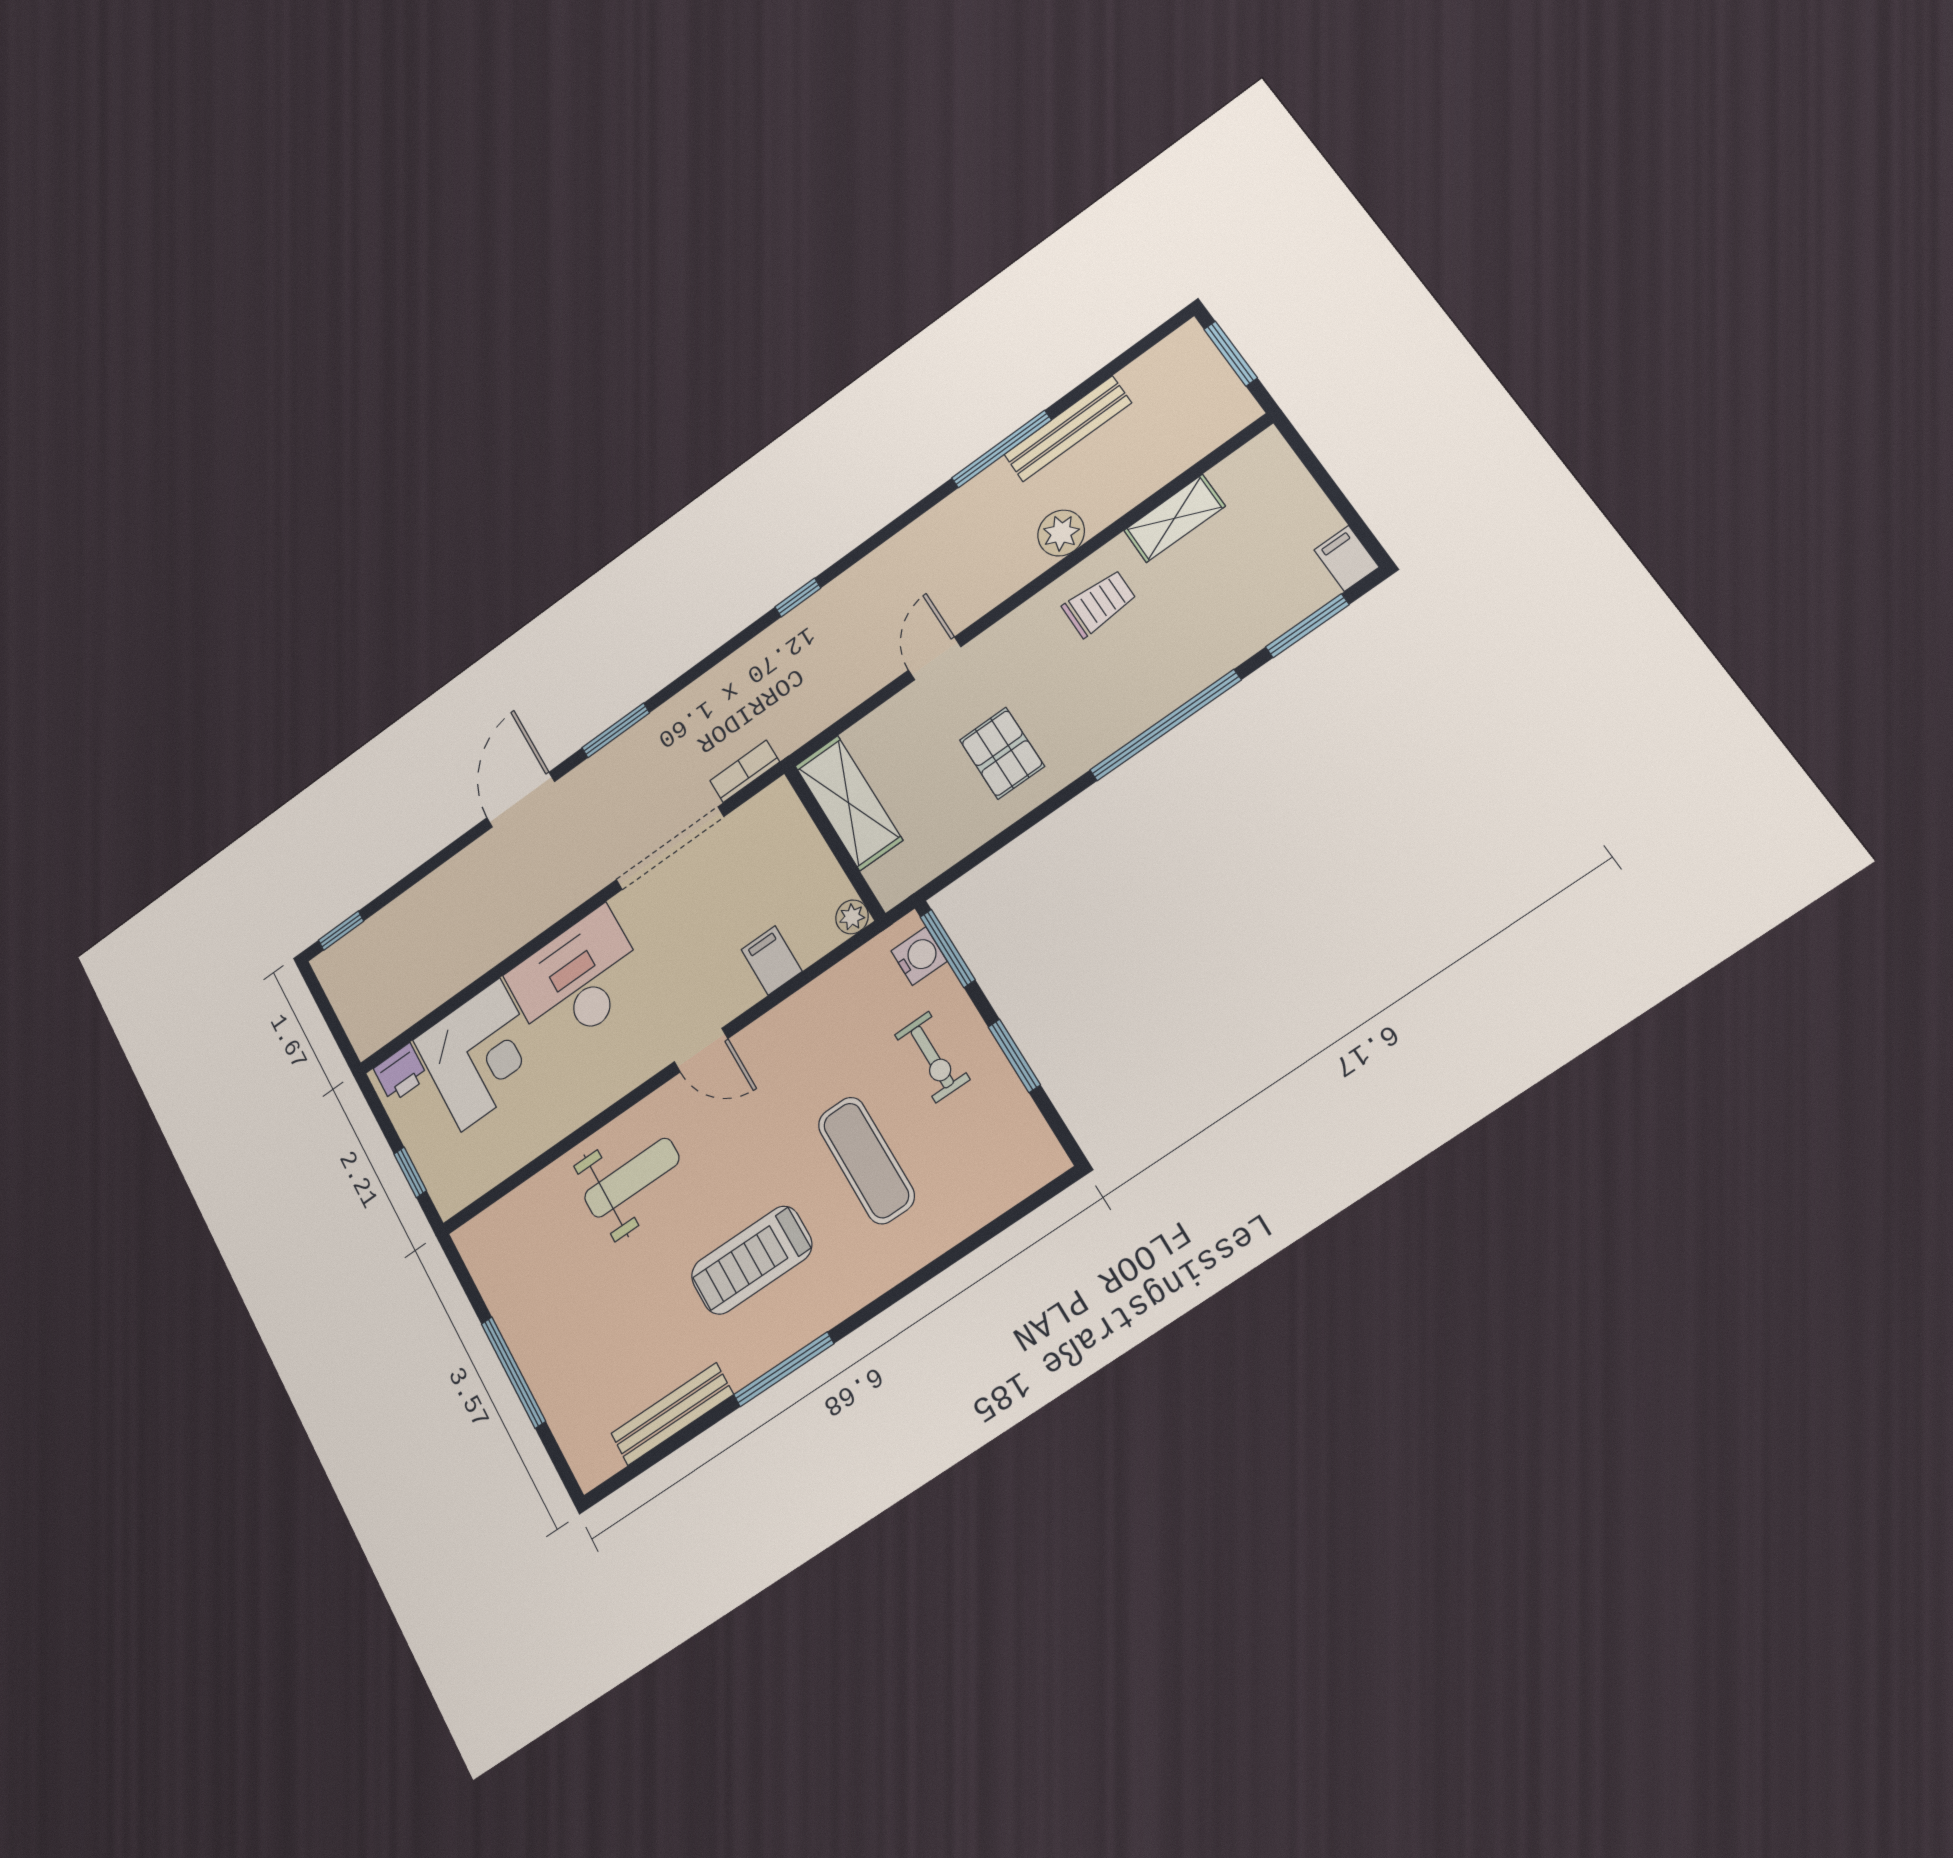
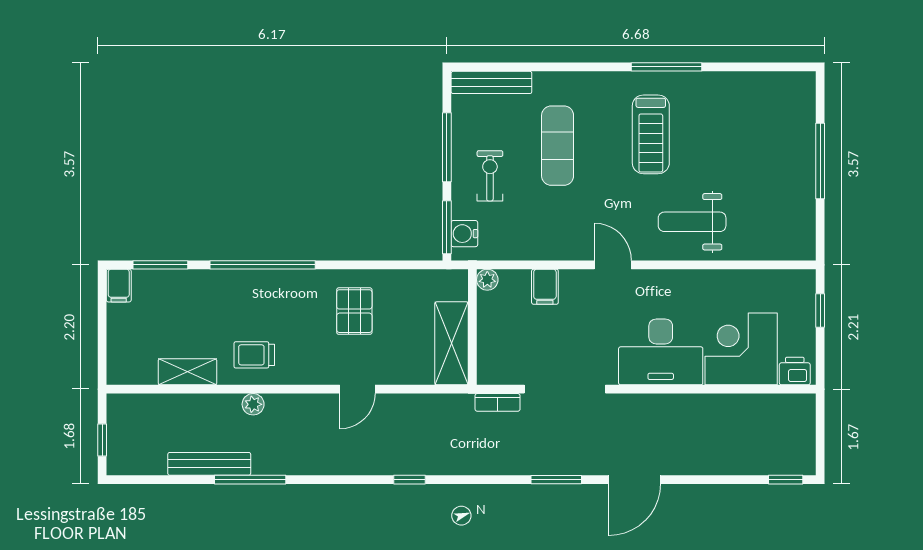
window: (1231, 353) -> (102, 440), width x0.67
plant: (1061, 533) -> (253, 404), width x0.73, depth x0.73
window: (1014, 1056) -> (447, 147), width x1.44
treadmill: (752, 1260) -> (651, 134), turned 90
bench: (672, 1414) -> (491, 82), moved

